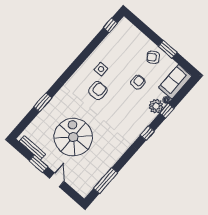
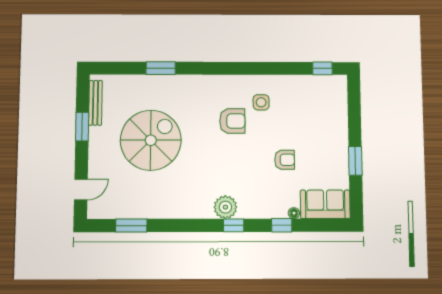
armchair: (153, 57) -> (330, 152), removed
plant: (156, 106) -> (225, 207), moved
door: (57, 180) -> (81, 189), moved
window: (105, 181) -> (131, 226), width x0.69

